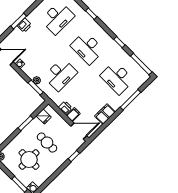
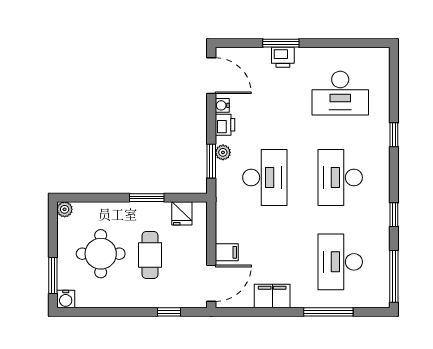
desk: (60, 74) -> (265, 178), turned -90
printer: (65, 108) -> (225, 125), moved
door: (79, 131) -> (211, 283), hinge flipped

